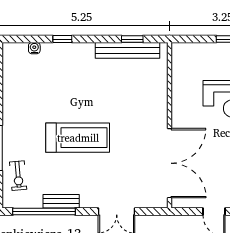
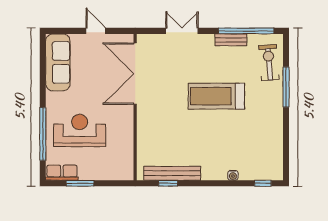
window: (62, 39) -> (263, 183), moved
water cooler: (34, 48) -> (233, 175), moved
exercise bike: (18, 176) -> (269, 63), width x1.38, depth x1.39

